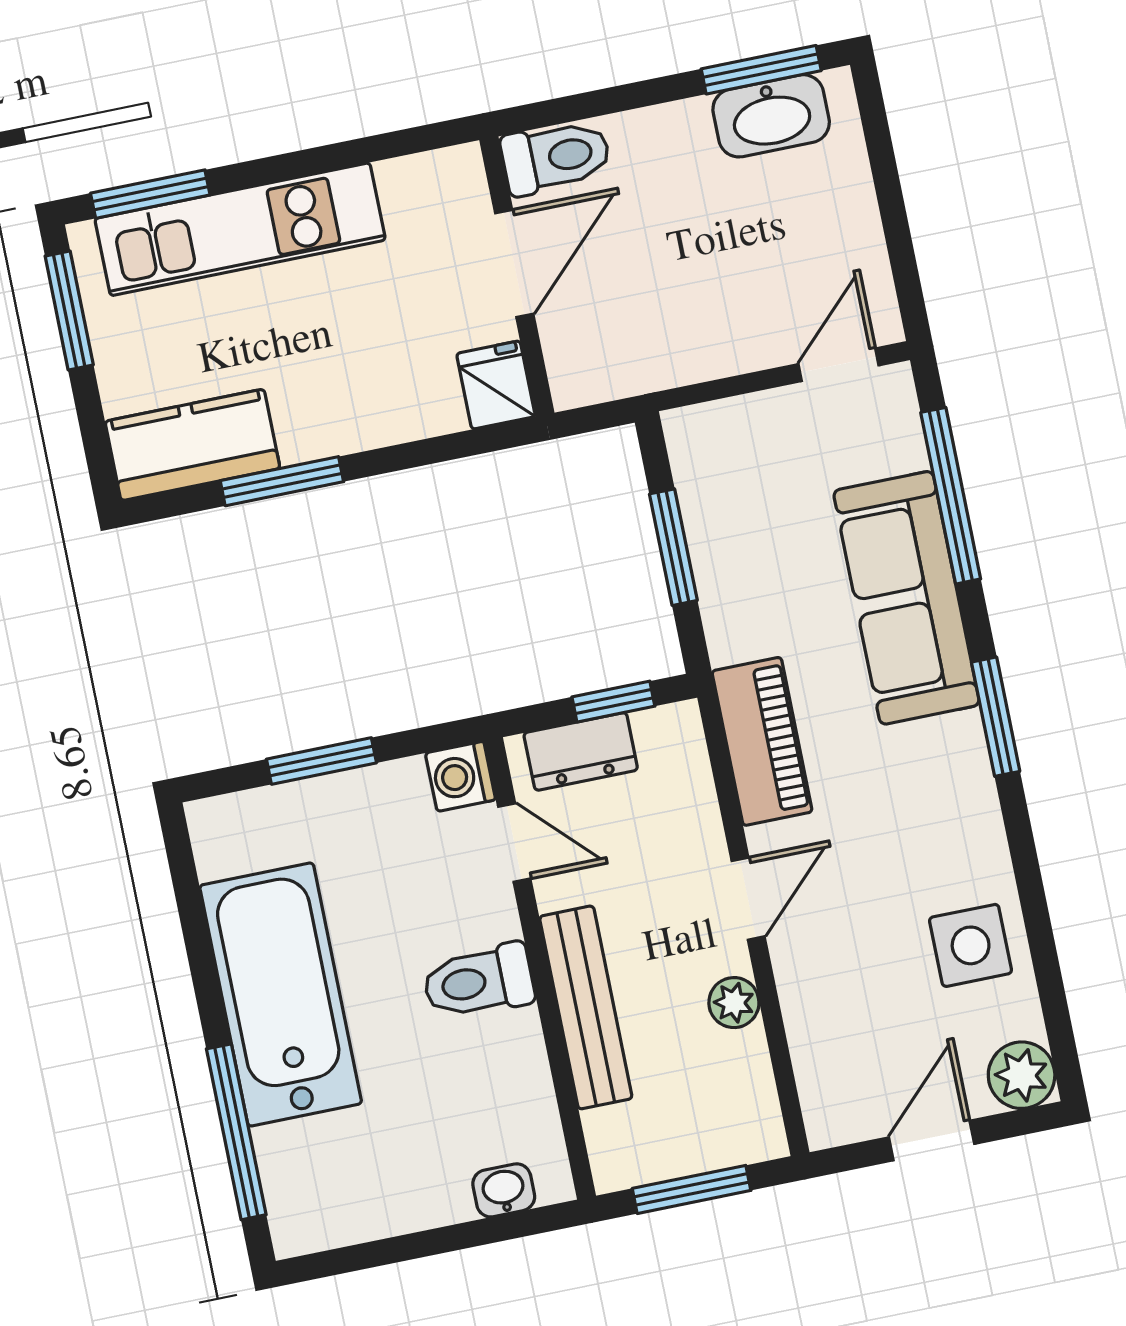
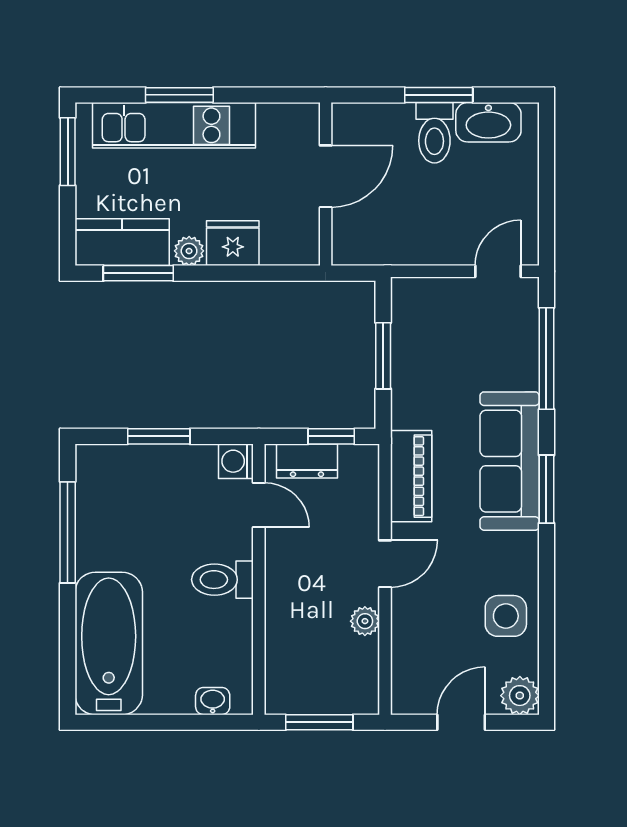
window: (761, 70) -> (439, 95), moved
toilet: (556, 157) -> (434, 133), moved, turned 90
window: (150, 194) -> (179, 95), moved
fridge: (496, 385) -> (233, 243), moved, width x1.38
plant: (309, 437) -> (189, 251), added
window: (282, 481) -> (138, 273), moved
sofa: (906, 598) -> (510, 461), moved
bathtub: (281, 994) -> (109, 643), moved
bench: (586, 1007) -> (280, 607), removed
window: (236, 1132) -> (68, 532), moved

